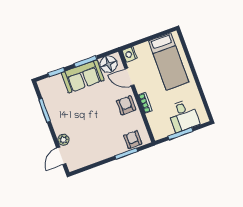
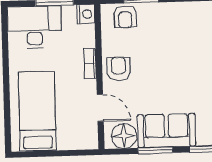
nightstand: (130, 54) -> (86, 14), moved
armchair: (126, 105) -> (118, 69), turned 180
desk: (183, 116) -> (35, 27), width x1.37

